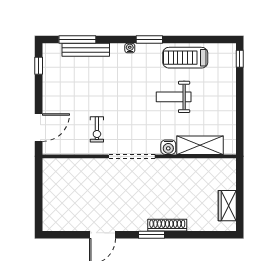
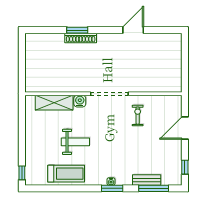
window: (149, 39) -> (112, 188), moved
bench: (86, 50) -> (147, 180), width x0.73
door: (39, 128) -> (185, 128), moved
wardrobe: (227, 206) -> (32, 54), removed
window: (152, 235) -> (77, 30), moved

